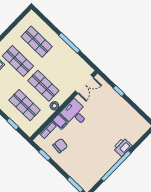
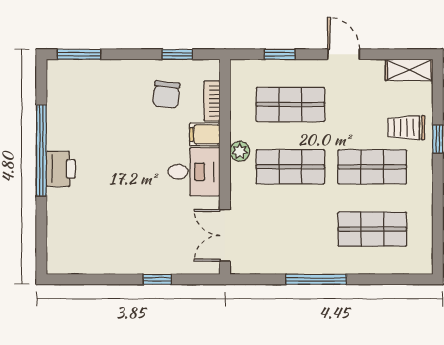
printer: (122, 147) -> (61, 169), moved

